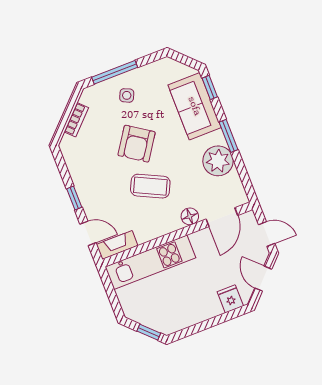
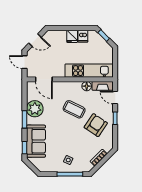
armchair: (137, 144) -> (96, 125), moved
floor lamp: (190, 216) -> (87, 86), moved
door: (222, 217) -> (44, 79), swing flipped
door: (263, 279) -> (35, 40), hinge flipped
fridge: (230, 299) -> (72, 36), moved
dishwasher: (184, 317) -> (83, 36), added

